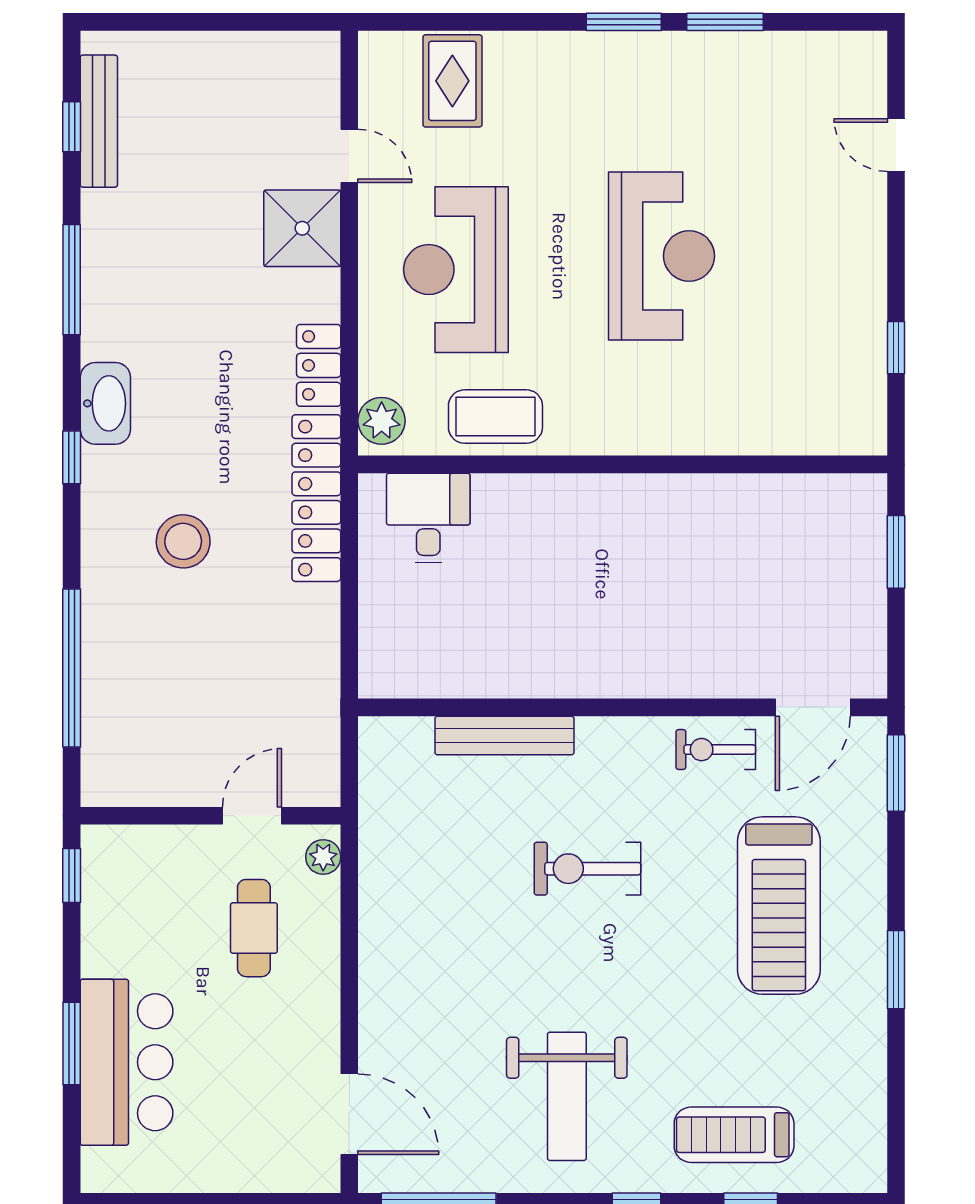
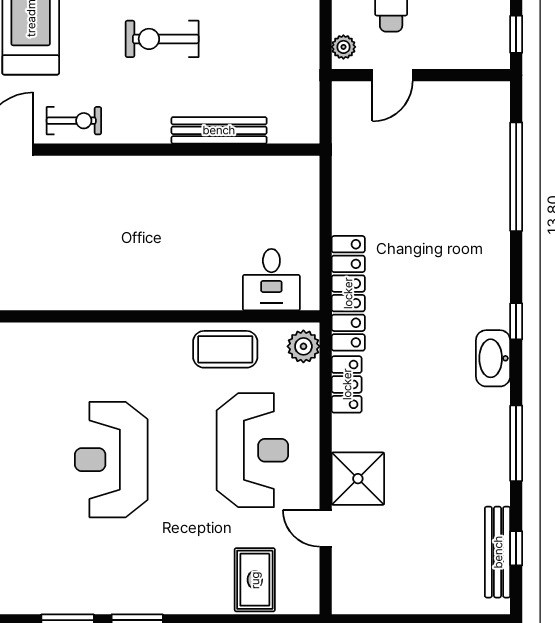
stool: (183, 541) -> (440, 264), removed
exercise bike: (587, 869) -> (162, 39), turned 180

